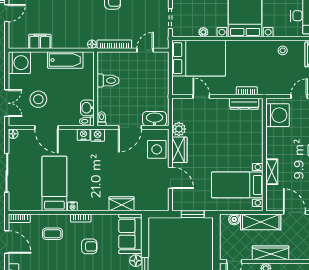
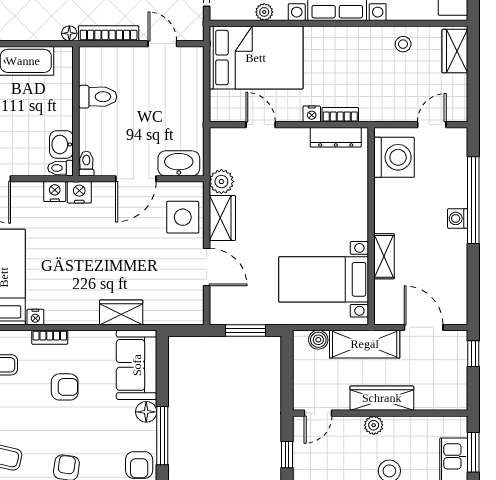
door: (145, 50) -> (162, 44), hinge flipped
nightstand: (230, 90) -> (312, 114), added

